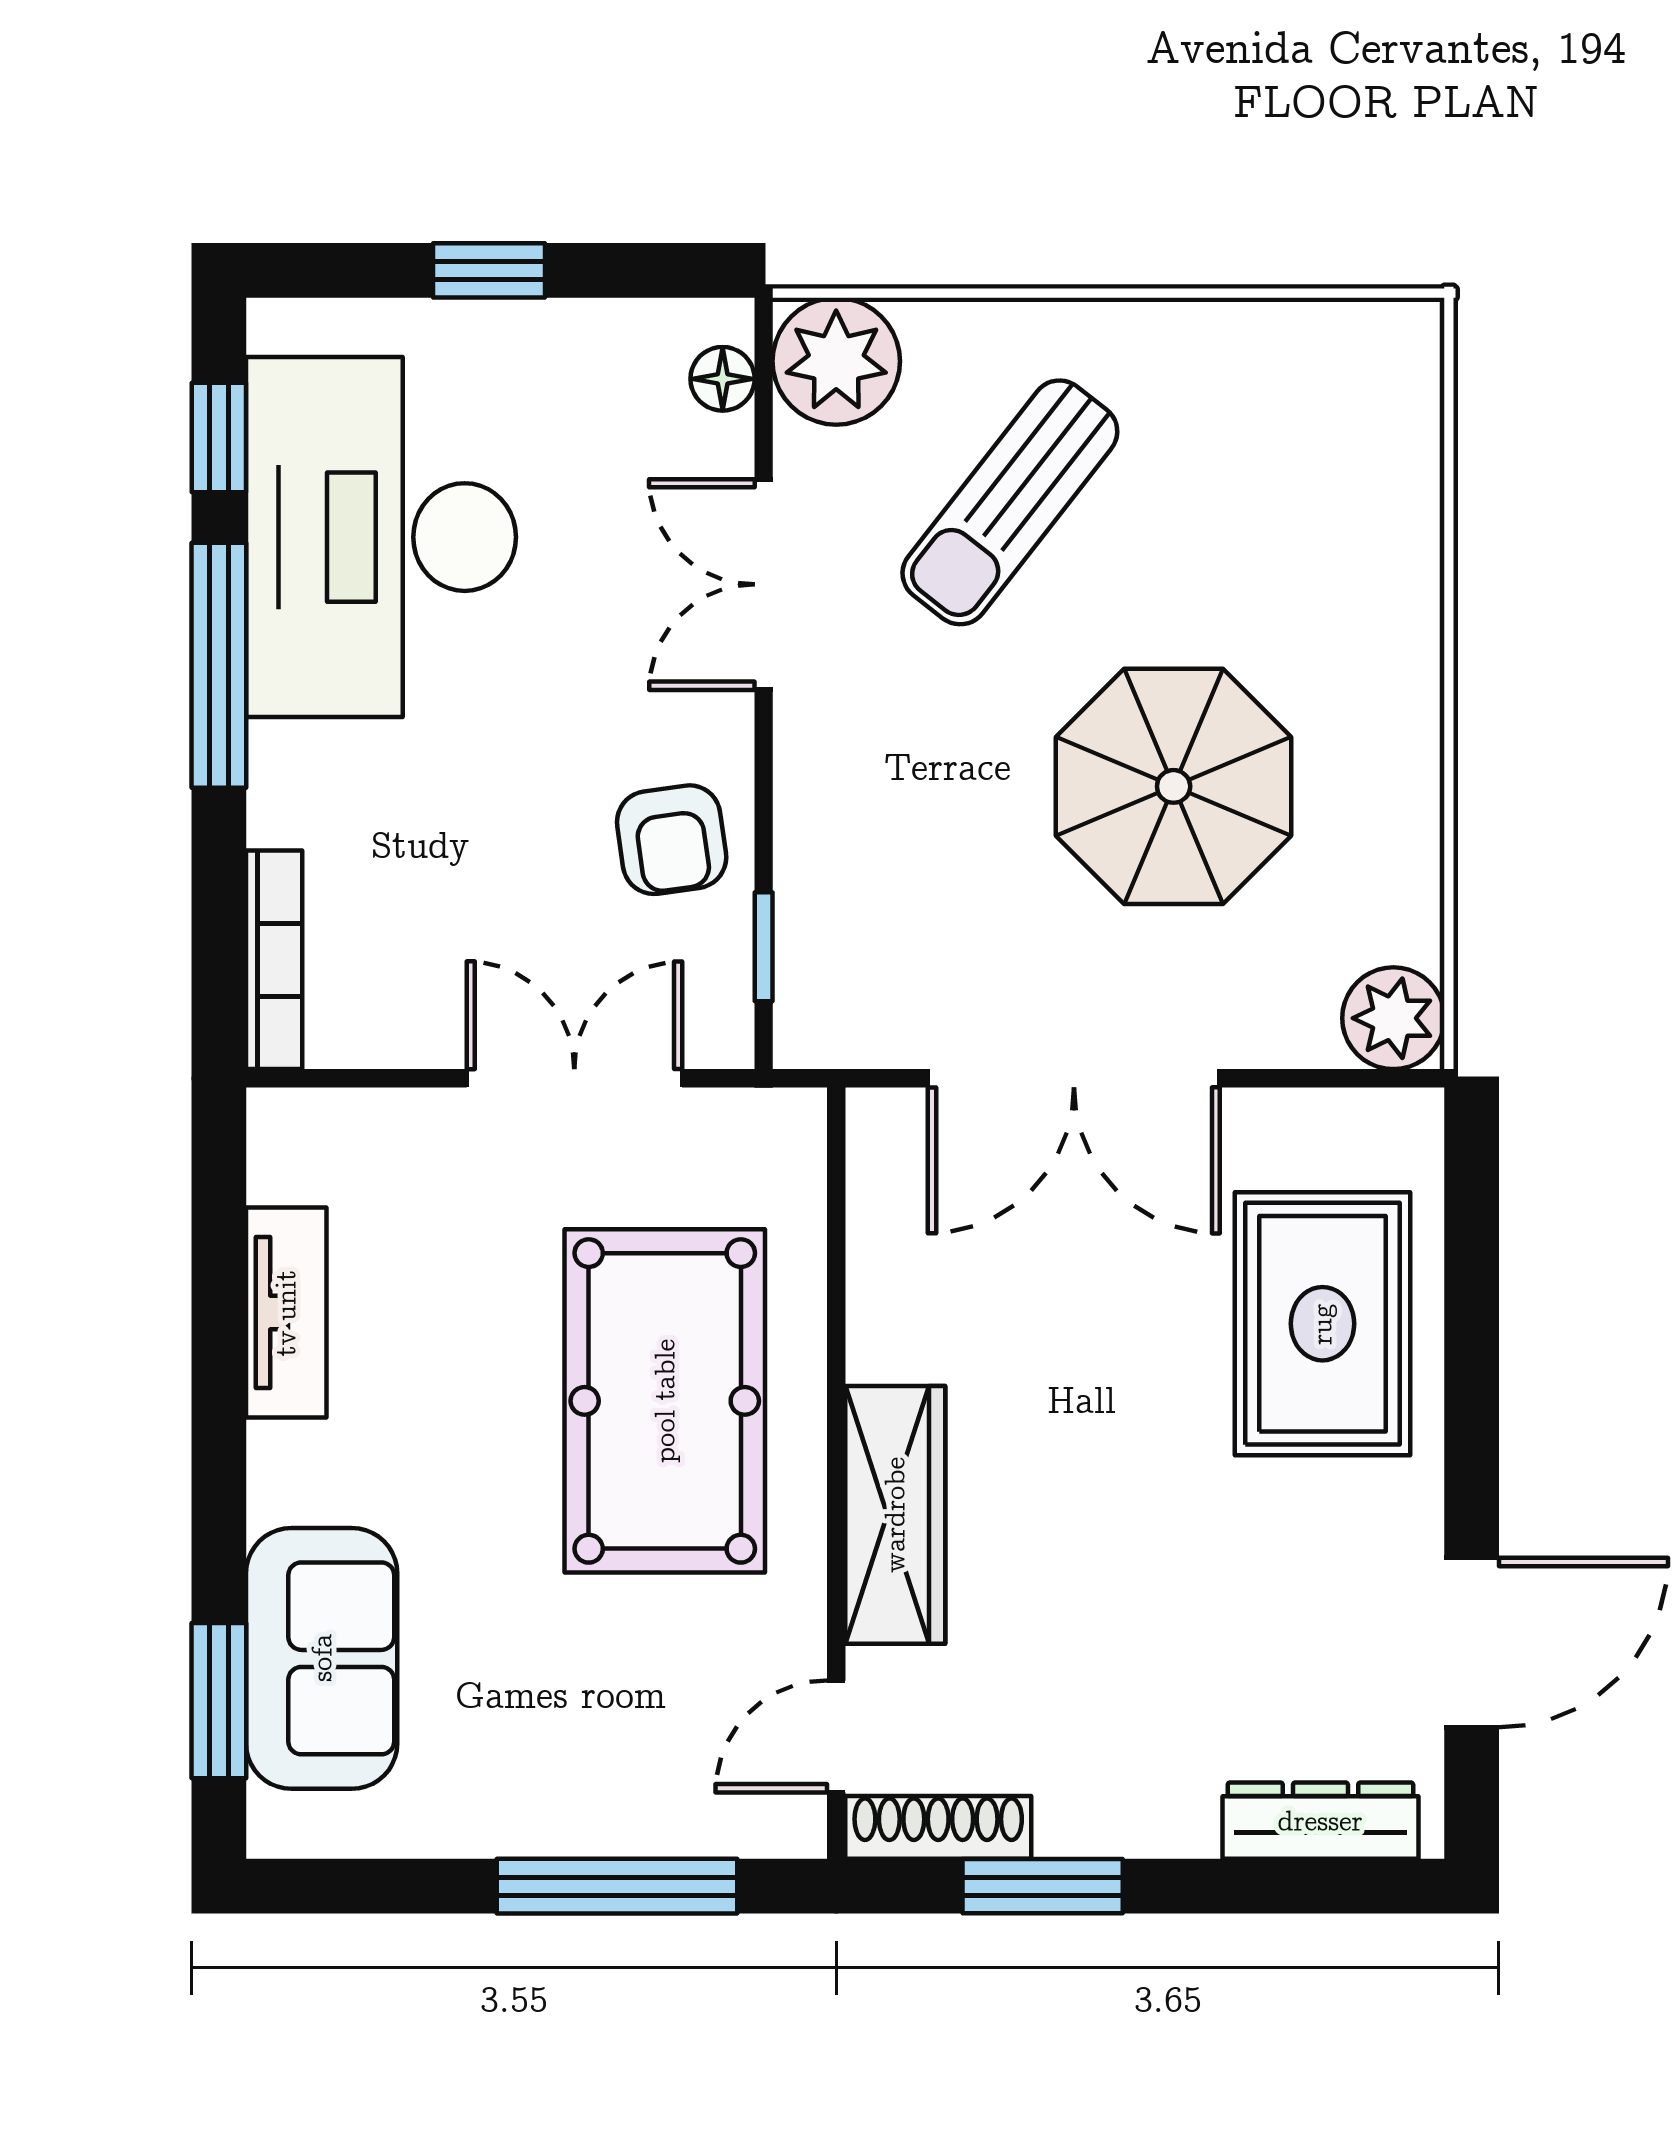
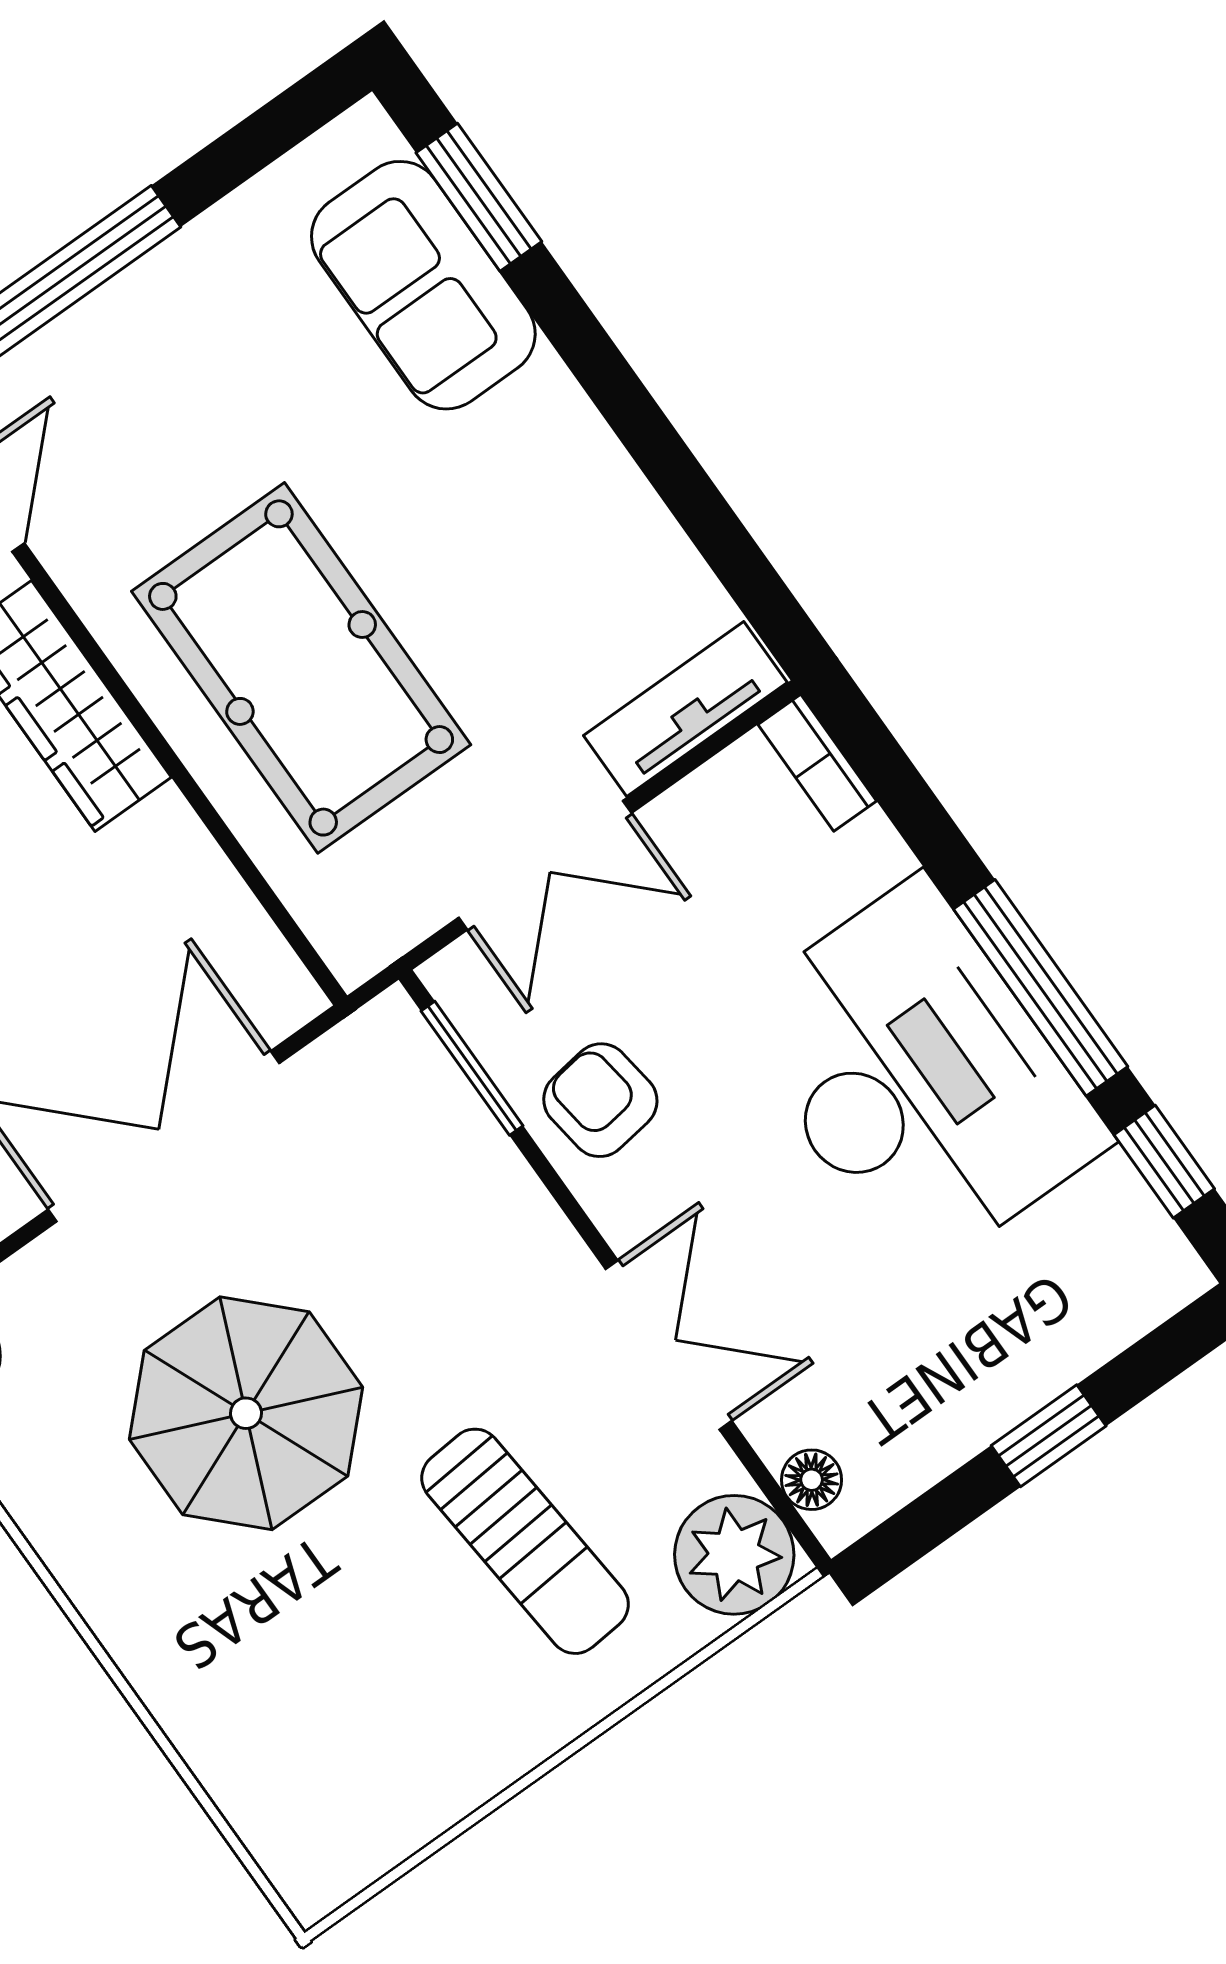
sun lounger: (1010, 502) -> (525, 1541), turned 137
desk: (381, 537) -> (918, 1077), moved
window: (764, 947) -> (472, 1068), width x1.50
bookcase: (274, 960) -> (817, 763), width x0.64
tv unit: (286, 1313) -> (685, 709), moved, turned 90

